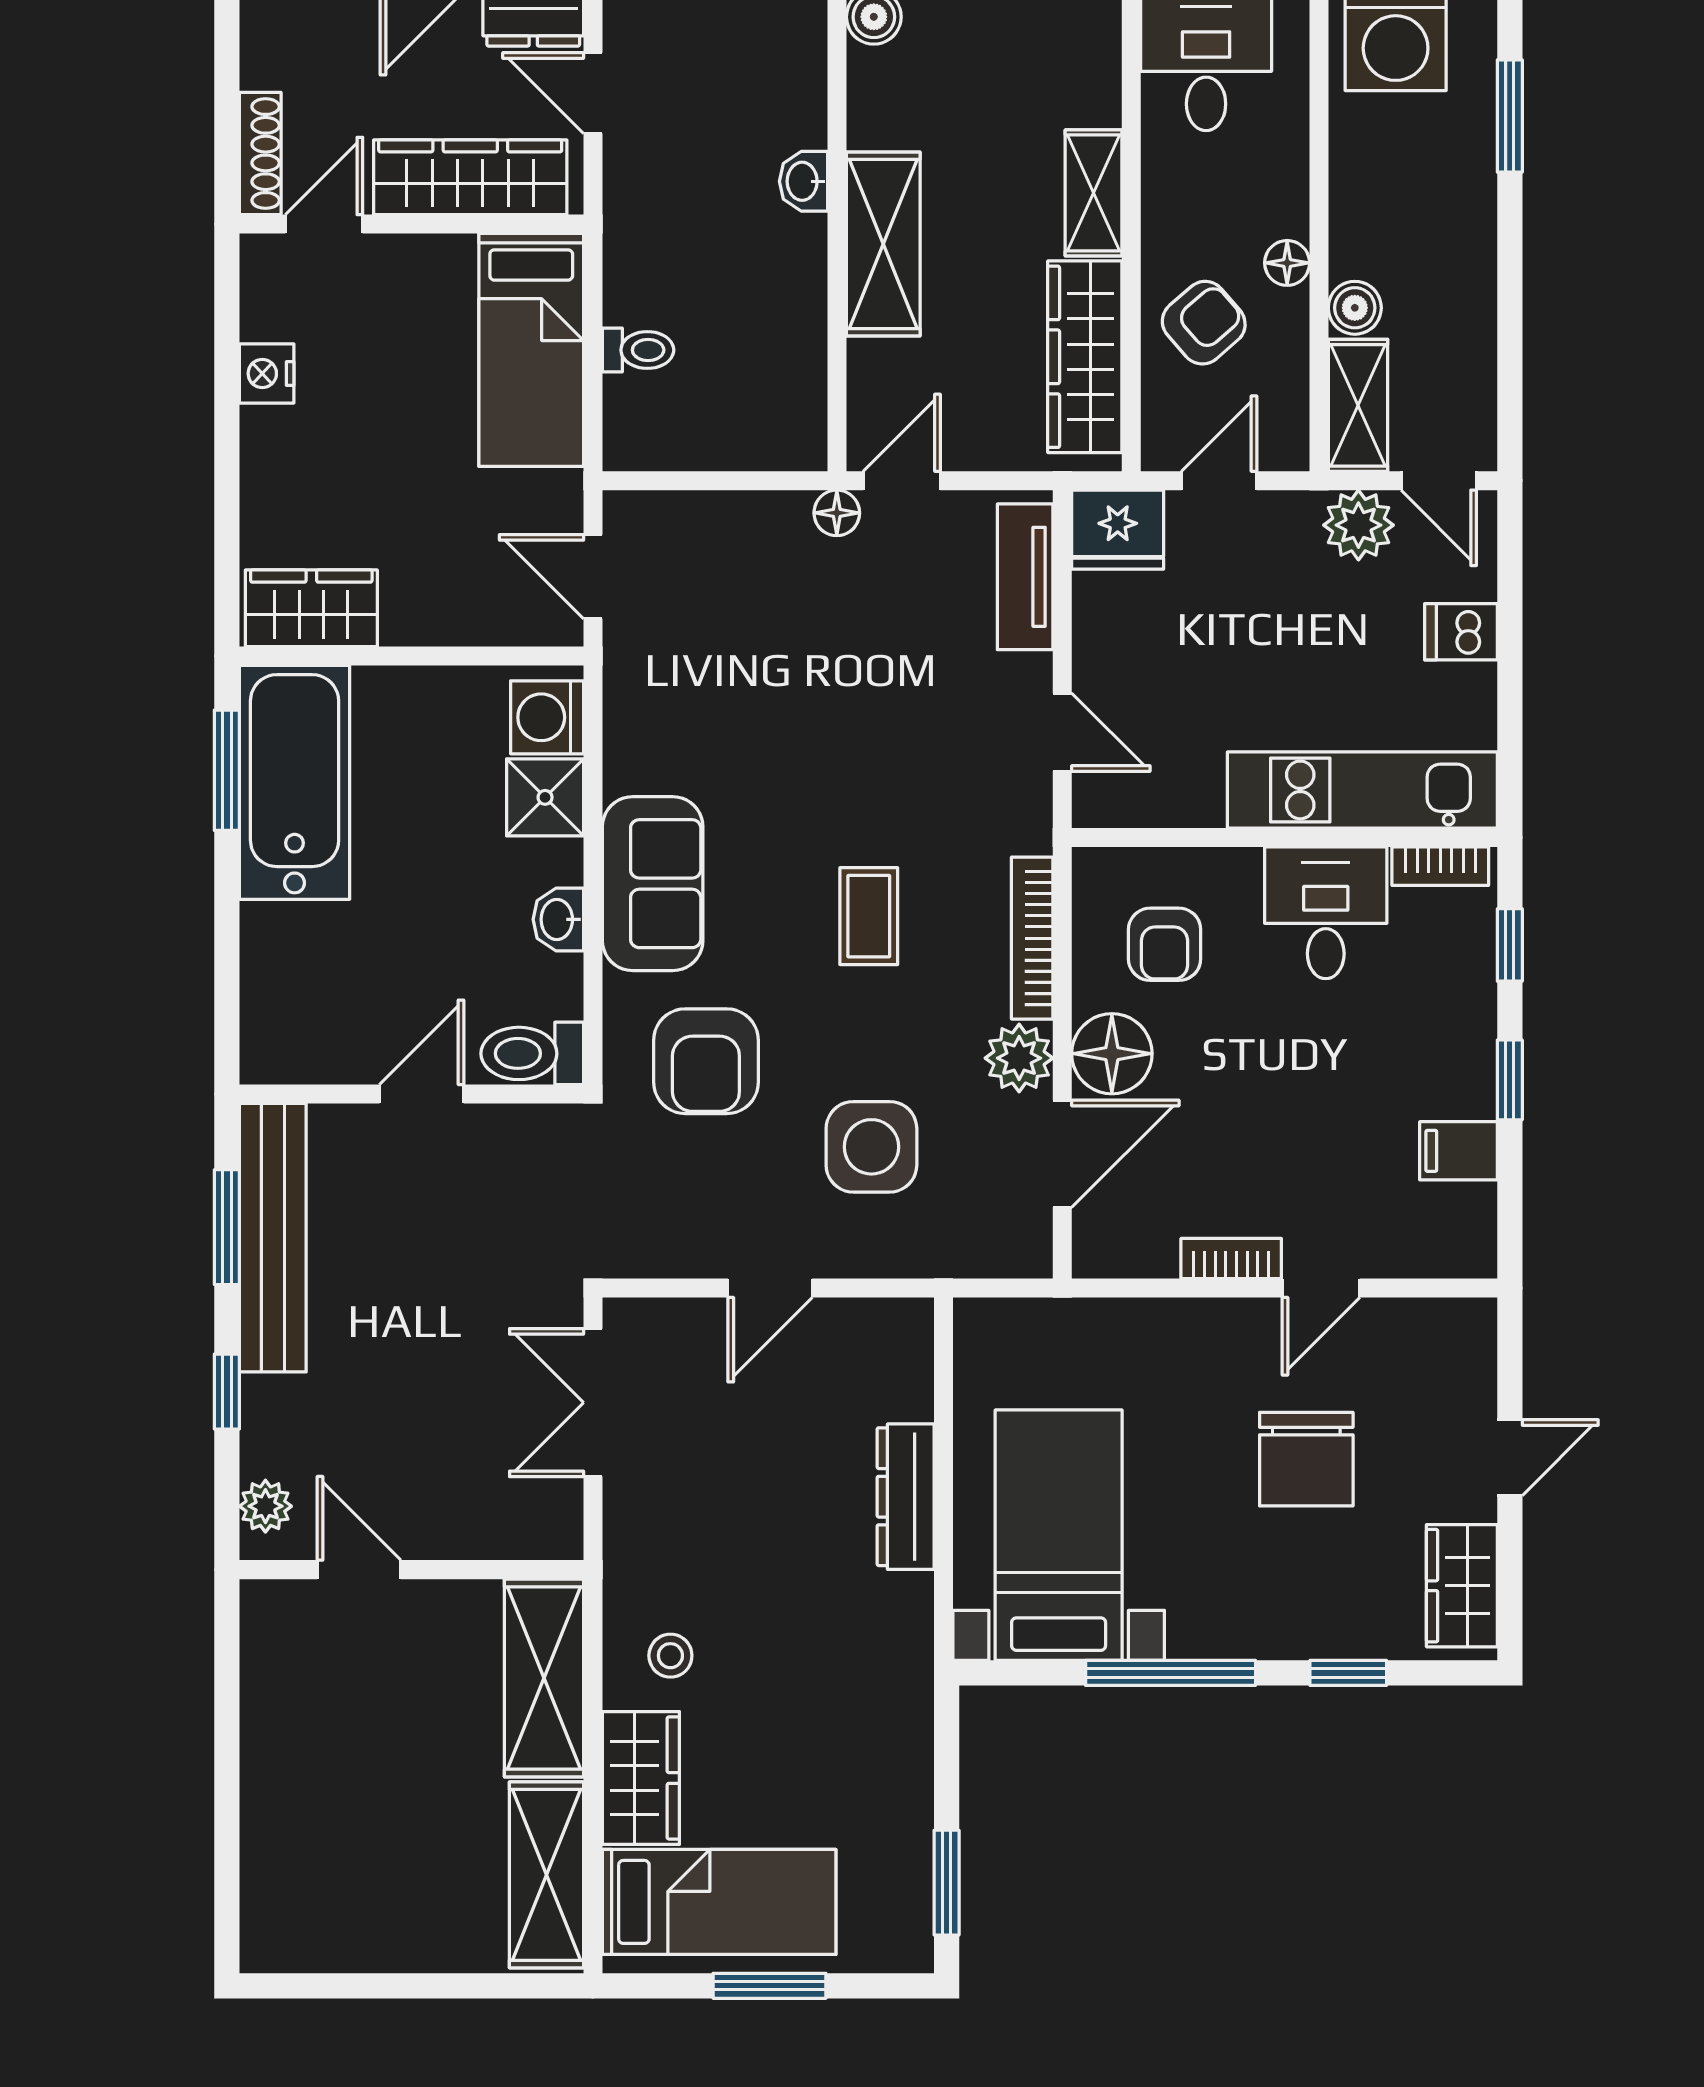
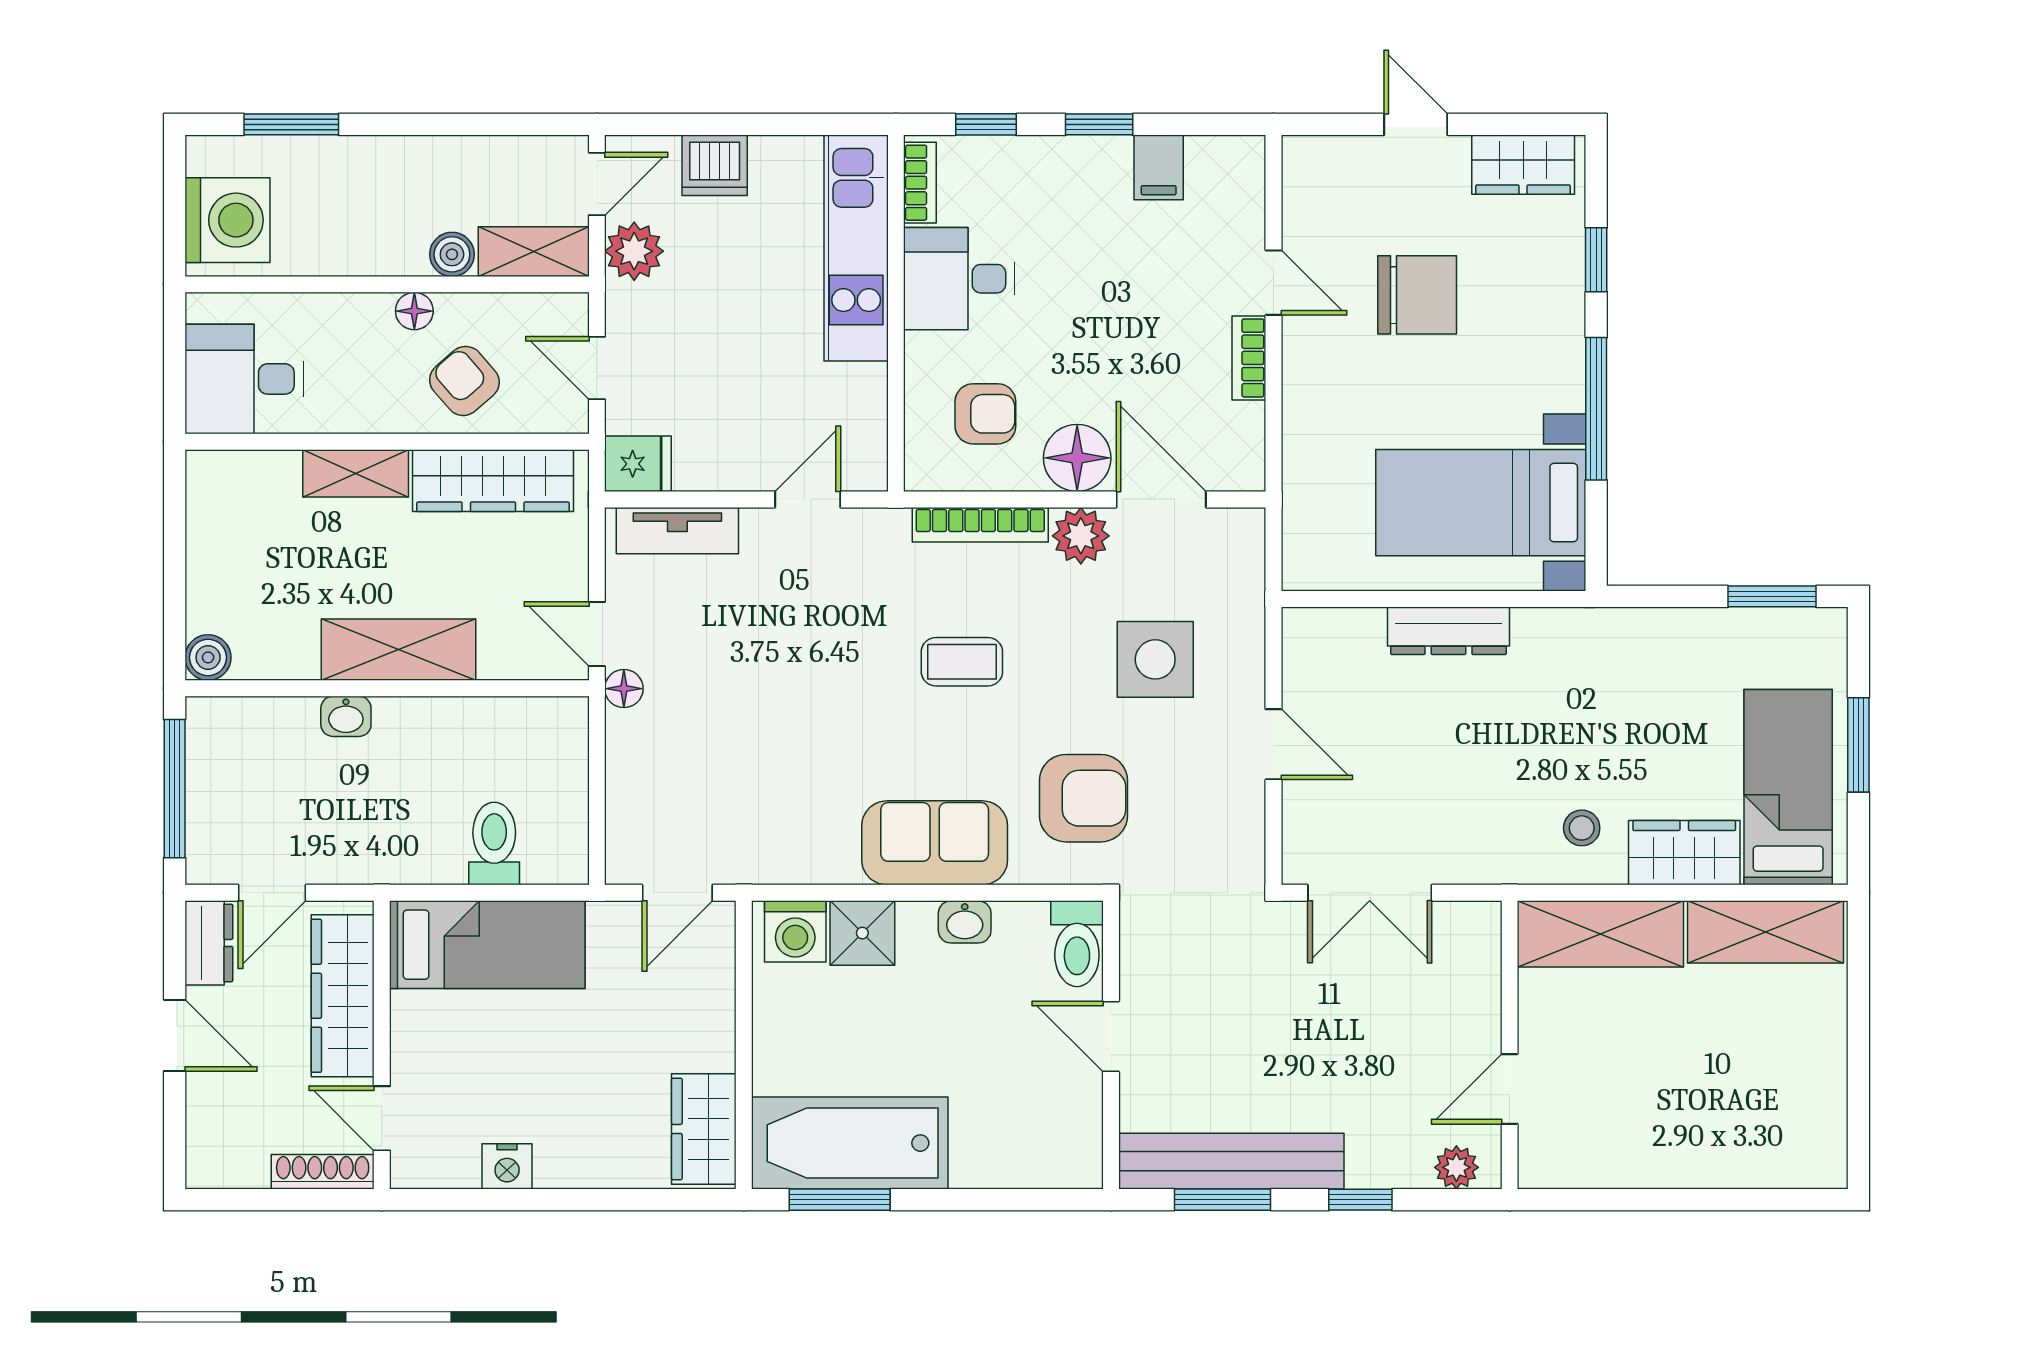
toilet: (638, 350) -> (494, 844), width x1.37, depth x1.39
fridge: (1118, 530) -> (638, 464), width x0.72
dishwasher: (1461, 632) -> (715, 165), width x1.38

